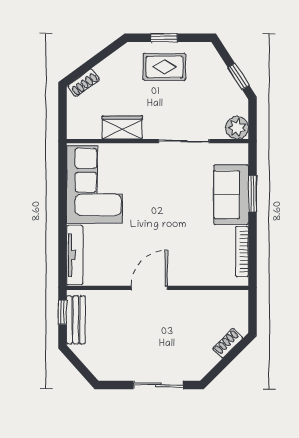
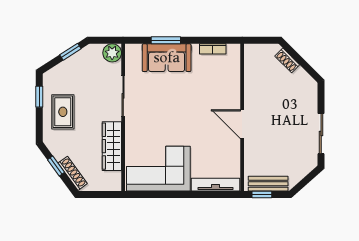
window: (164, 38) -> (39, 97), moved
window: (98, 59) -> (56, 166), added
shoe rack: (84, 83) -> (73, 173), width x1.43
wardrobe: (122, 127) -> (112, 146), width x1.50
bookcase: (242, 252) -> (213, 49), width x0.64
sliding door: (158, 385) -> (321, 134), moved

